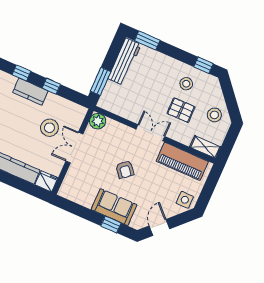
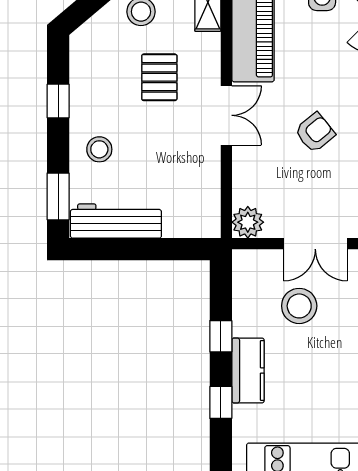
window: (204, 65) -> (58, 101), moved
window: (101, 81) -> (172, 249), removed
stool: (186, 84) -> (99, 149), moved
double door: (150, 133) -> (226, 115), swing flipped

